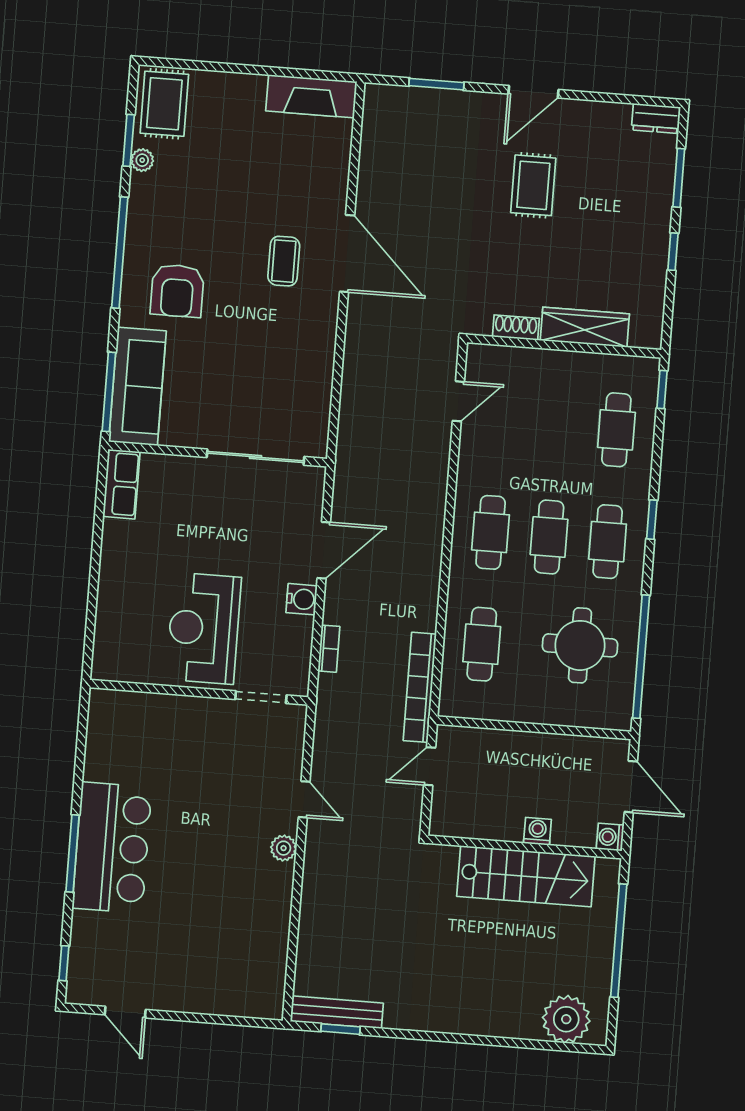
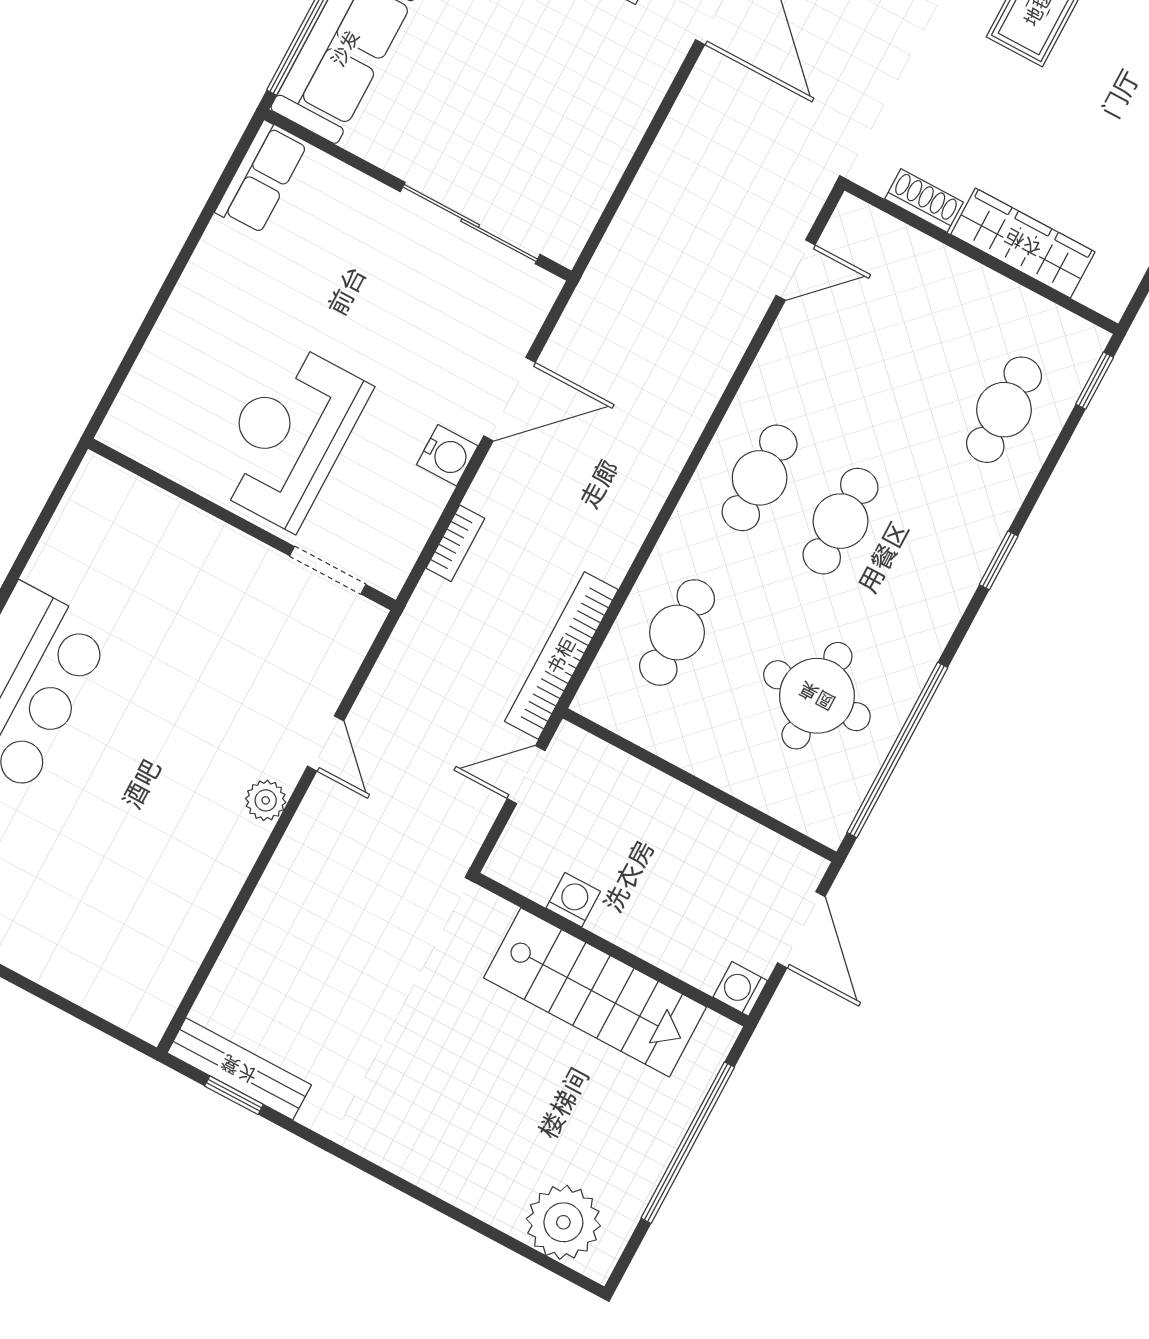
cafe table: (608, 542) -> (921, 564), removed
washing machine: (537, 831) -> (573, 900), moved

